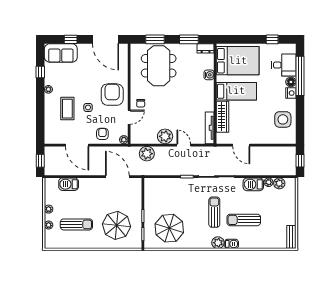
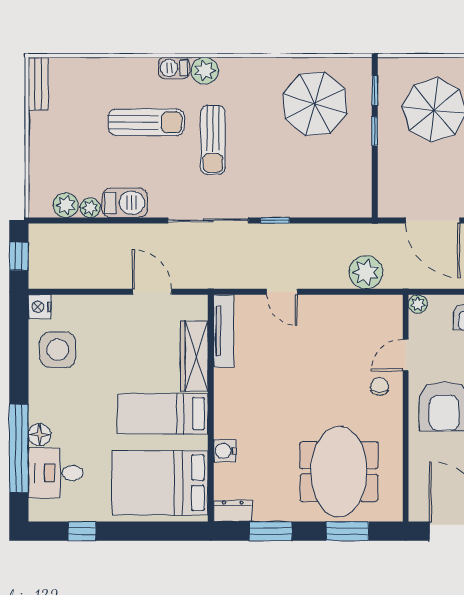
nightstand: (291, 93) -> (40, 307), moved
plant: (165, 136) -> (324, 311), removed

